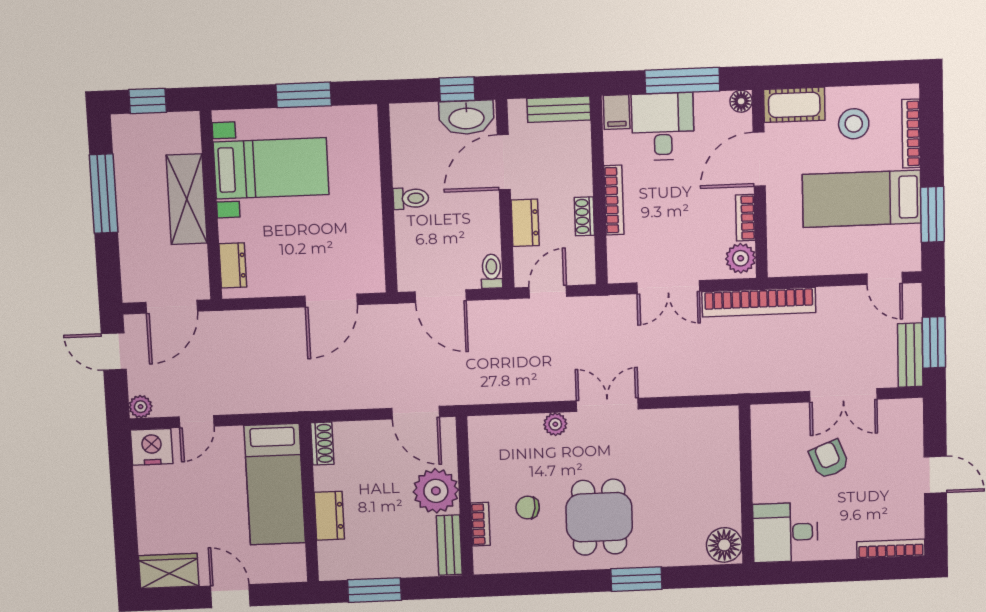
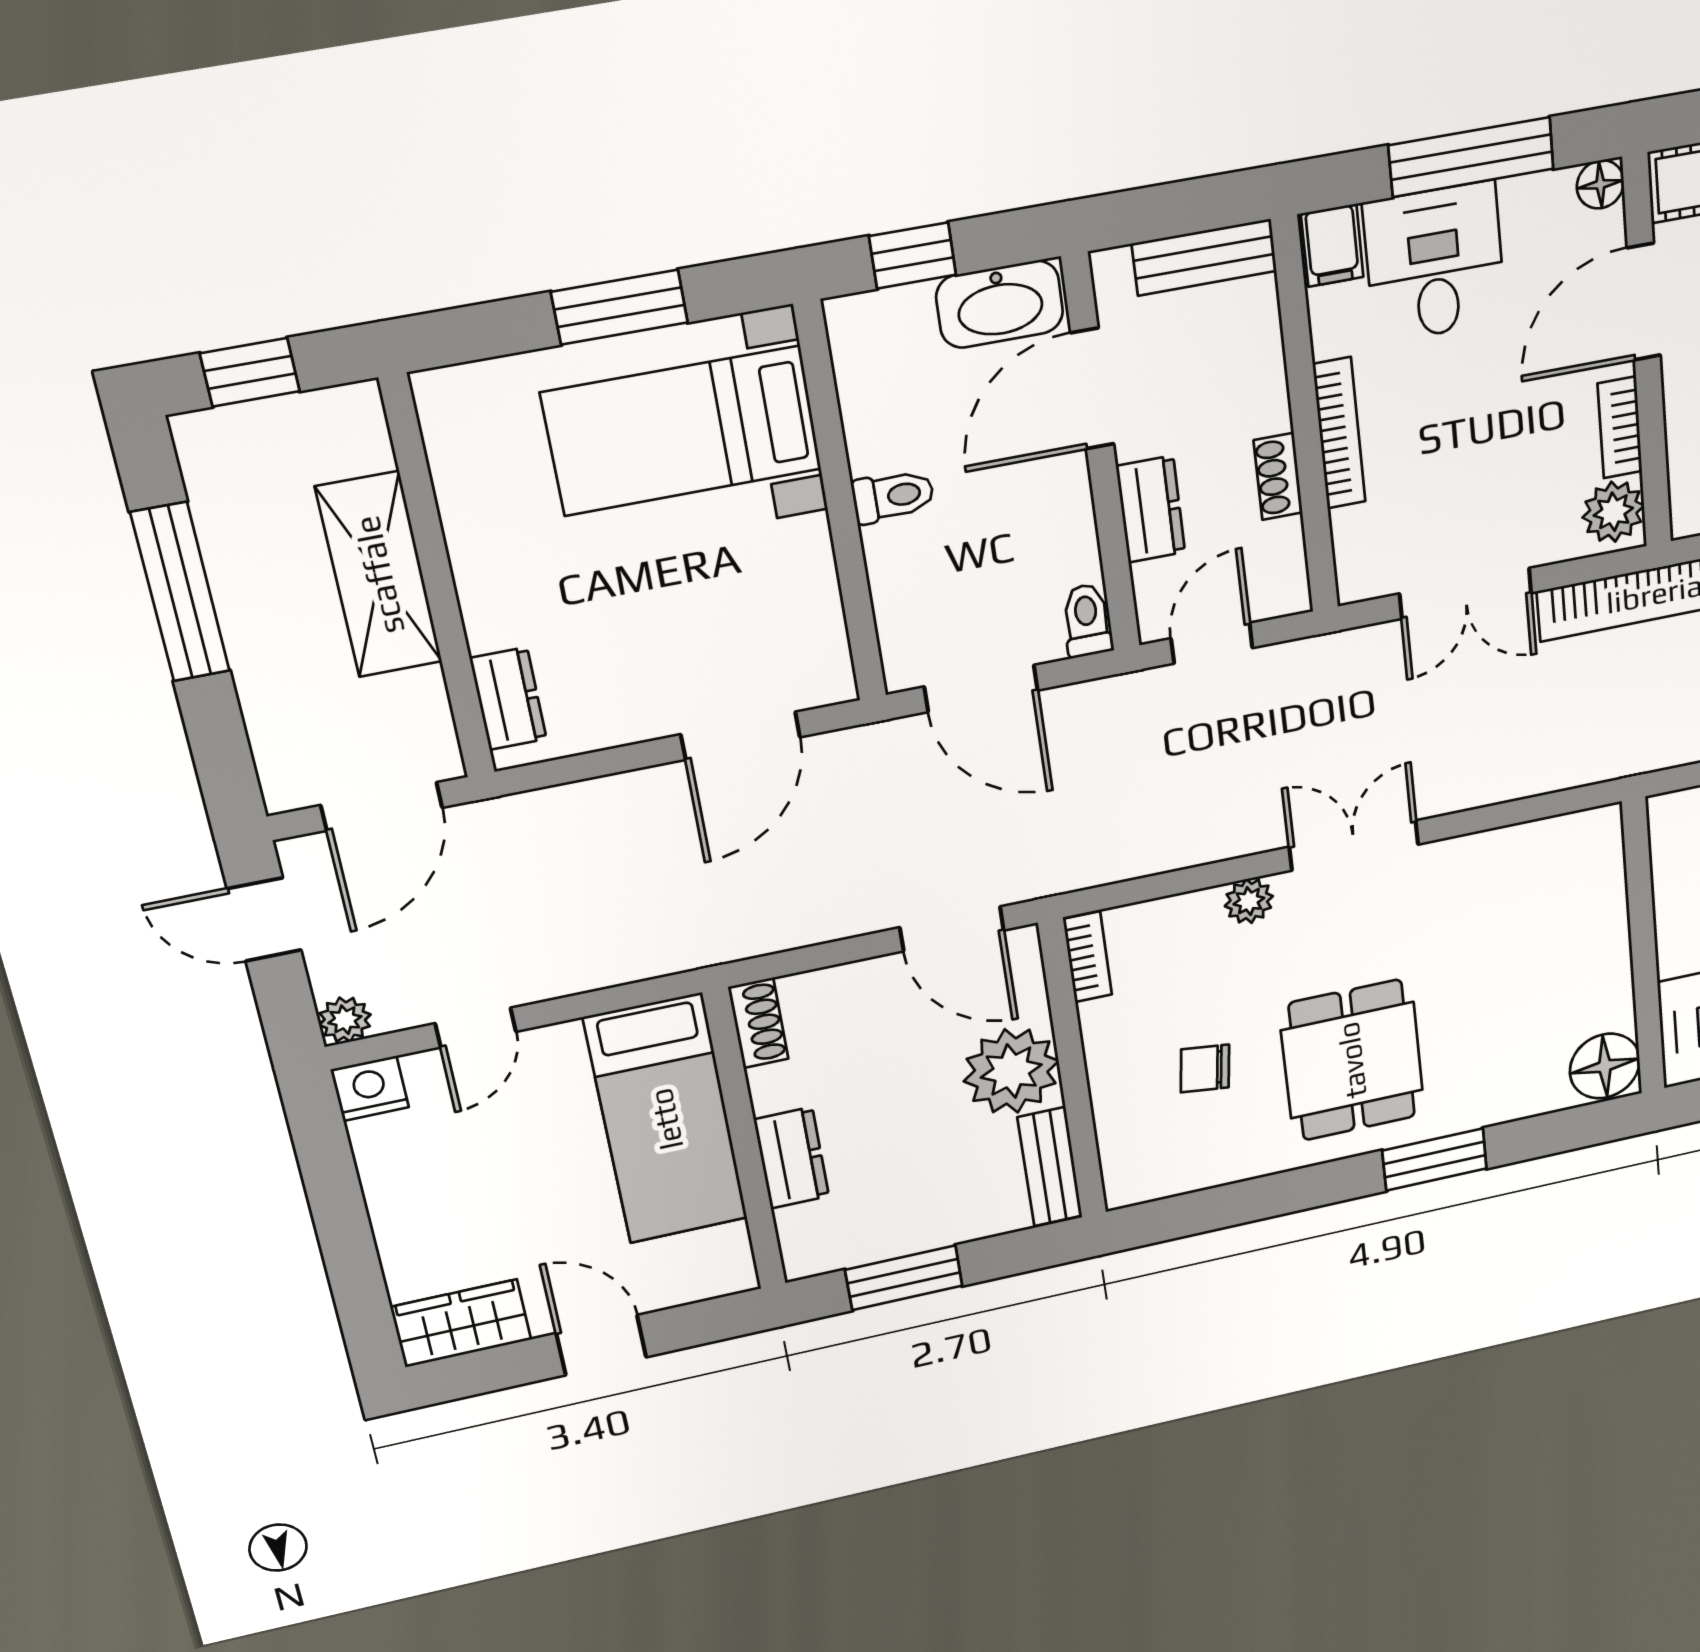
window: (457, 89) -> (913, 256), moved
bed with nightstands: (271, 168) -> (682, 431), moved, turned 180
nightstand: (152, 447) -> (370, 1088), width x0.74, depth x0.75
bookcase: (480, 524) -> (1087, 957), moved

